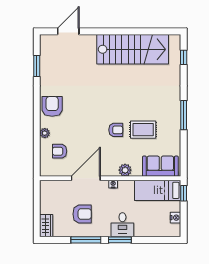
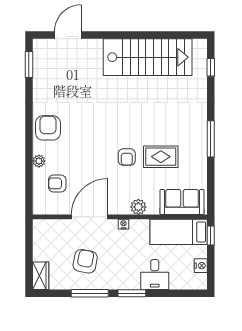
window: (37, 66) -> (29, 64), moved
armchair: (116, 130) -> (127, 157), turned 90
armchair: (82, 214) -> (85, 261), turned -79
desk: (122, 225) -> (155, 275), moved

